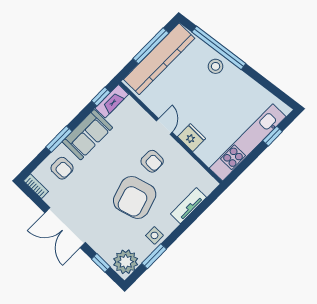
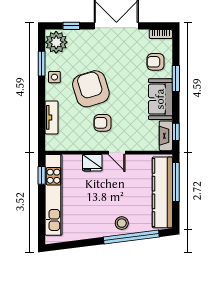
window: (151, 46) -> (176, 182), moved
window: (273, 136) -> (42, 175), moved

